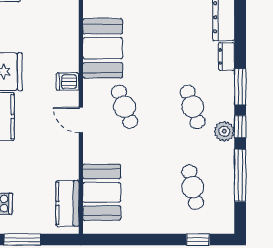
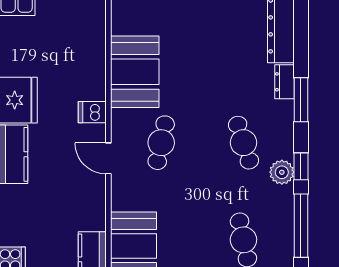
window: (240, 87) -> (301, 100), moved
cafe table: (125, 107) -> (161, 143), turned 33

